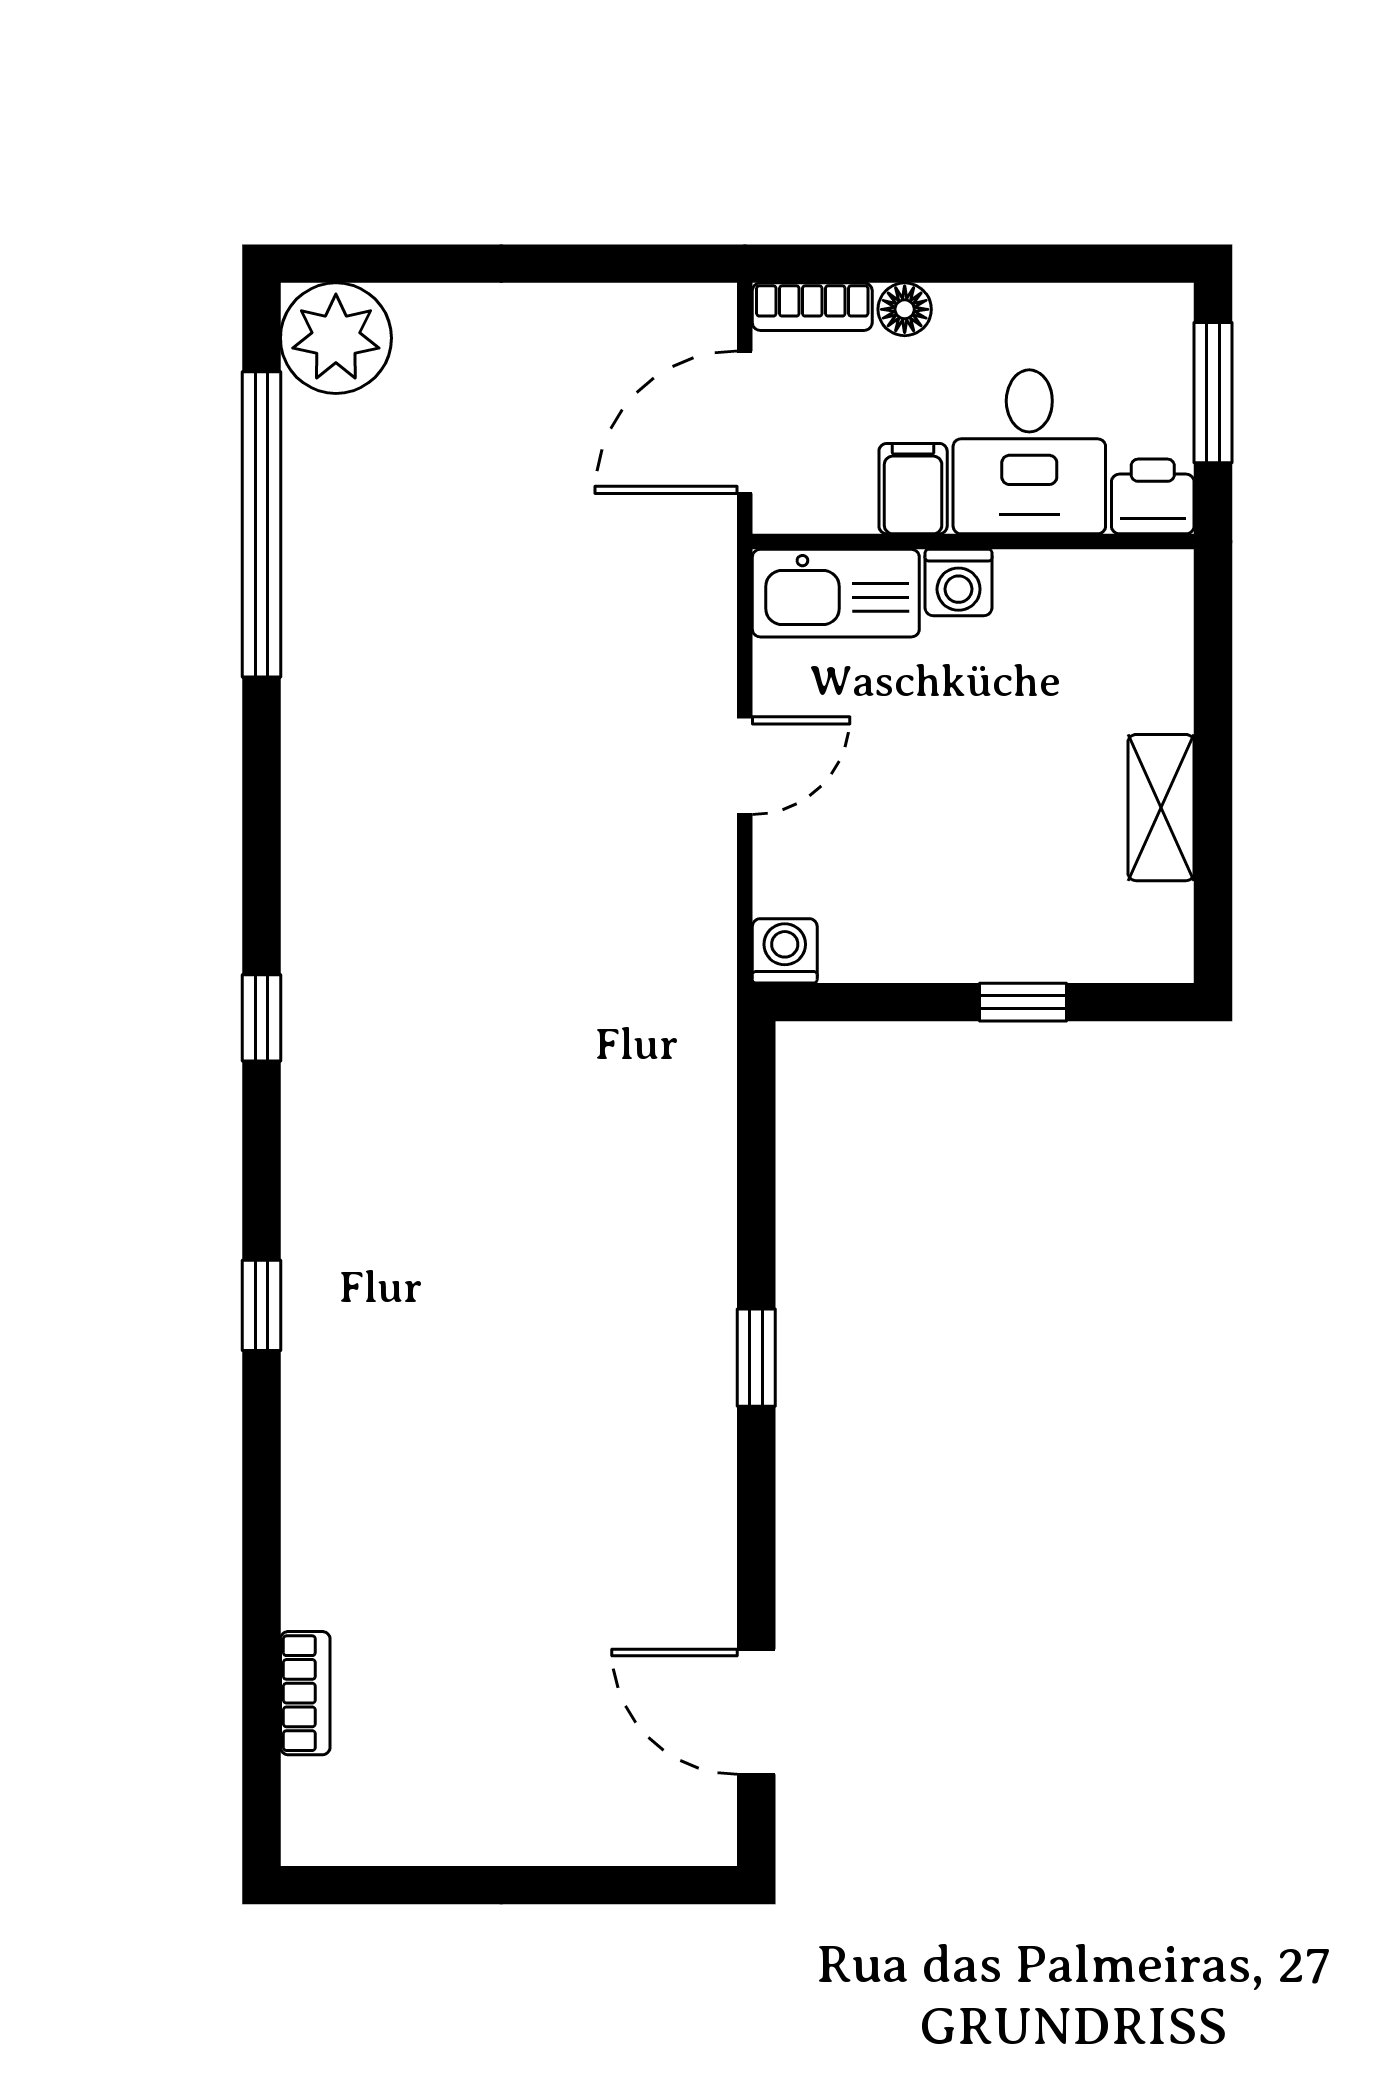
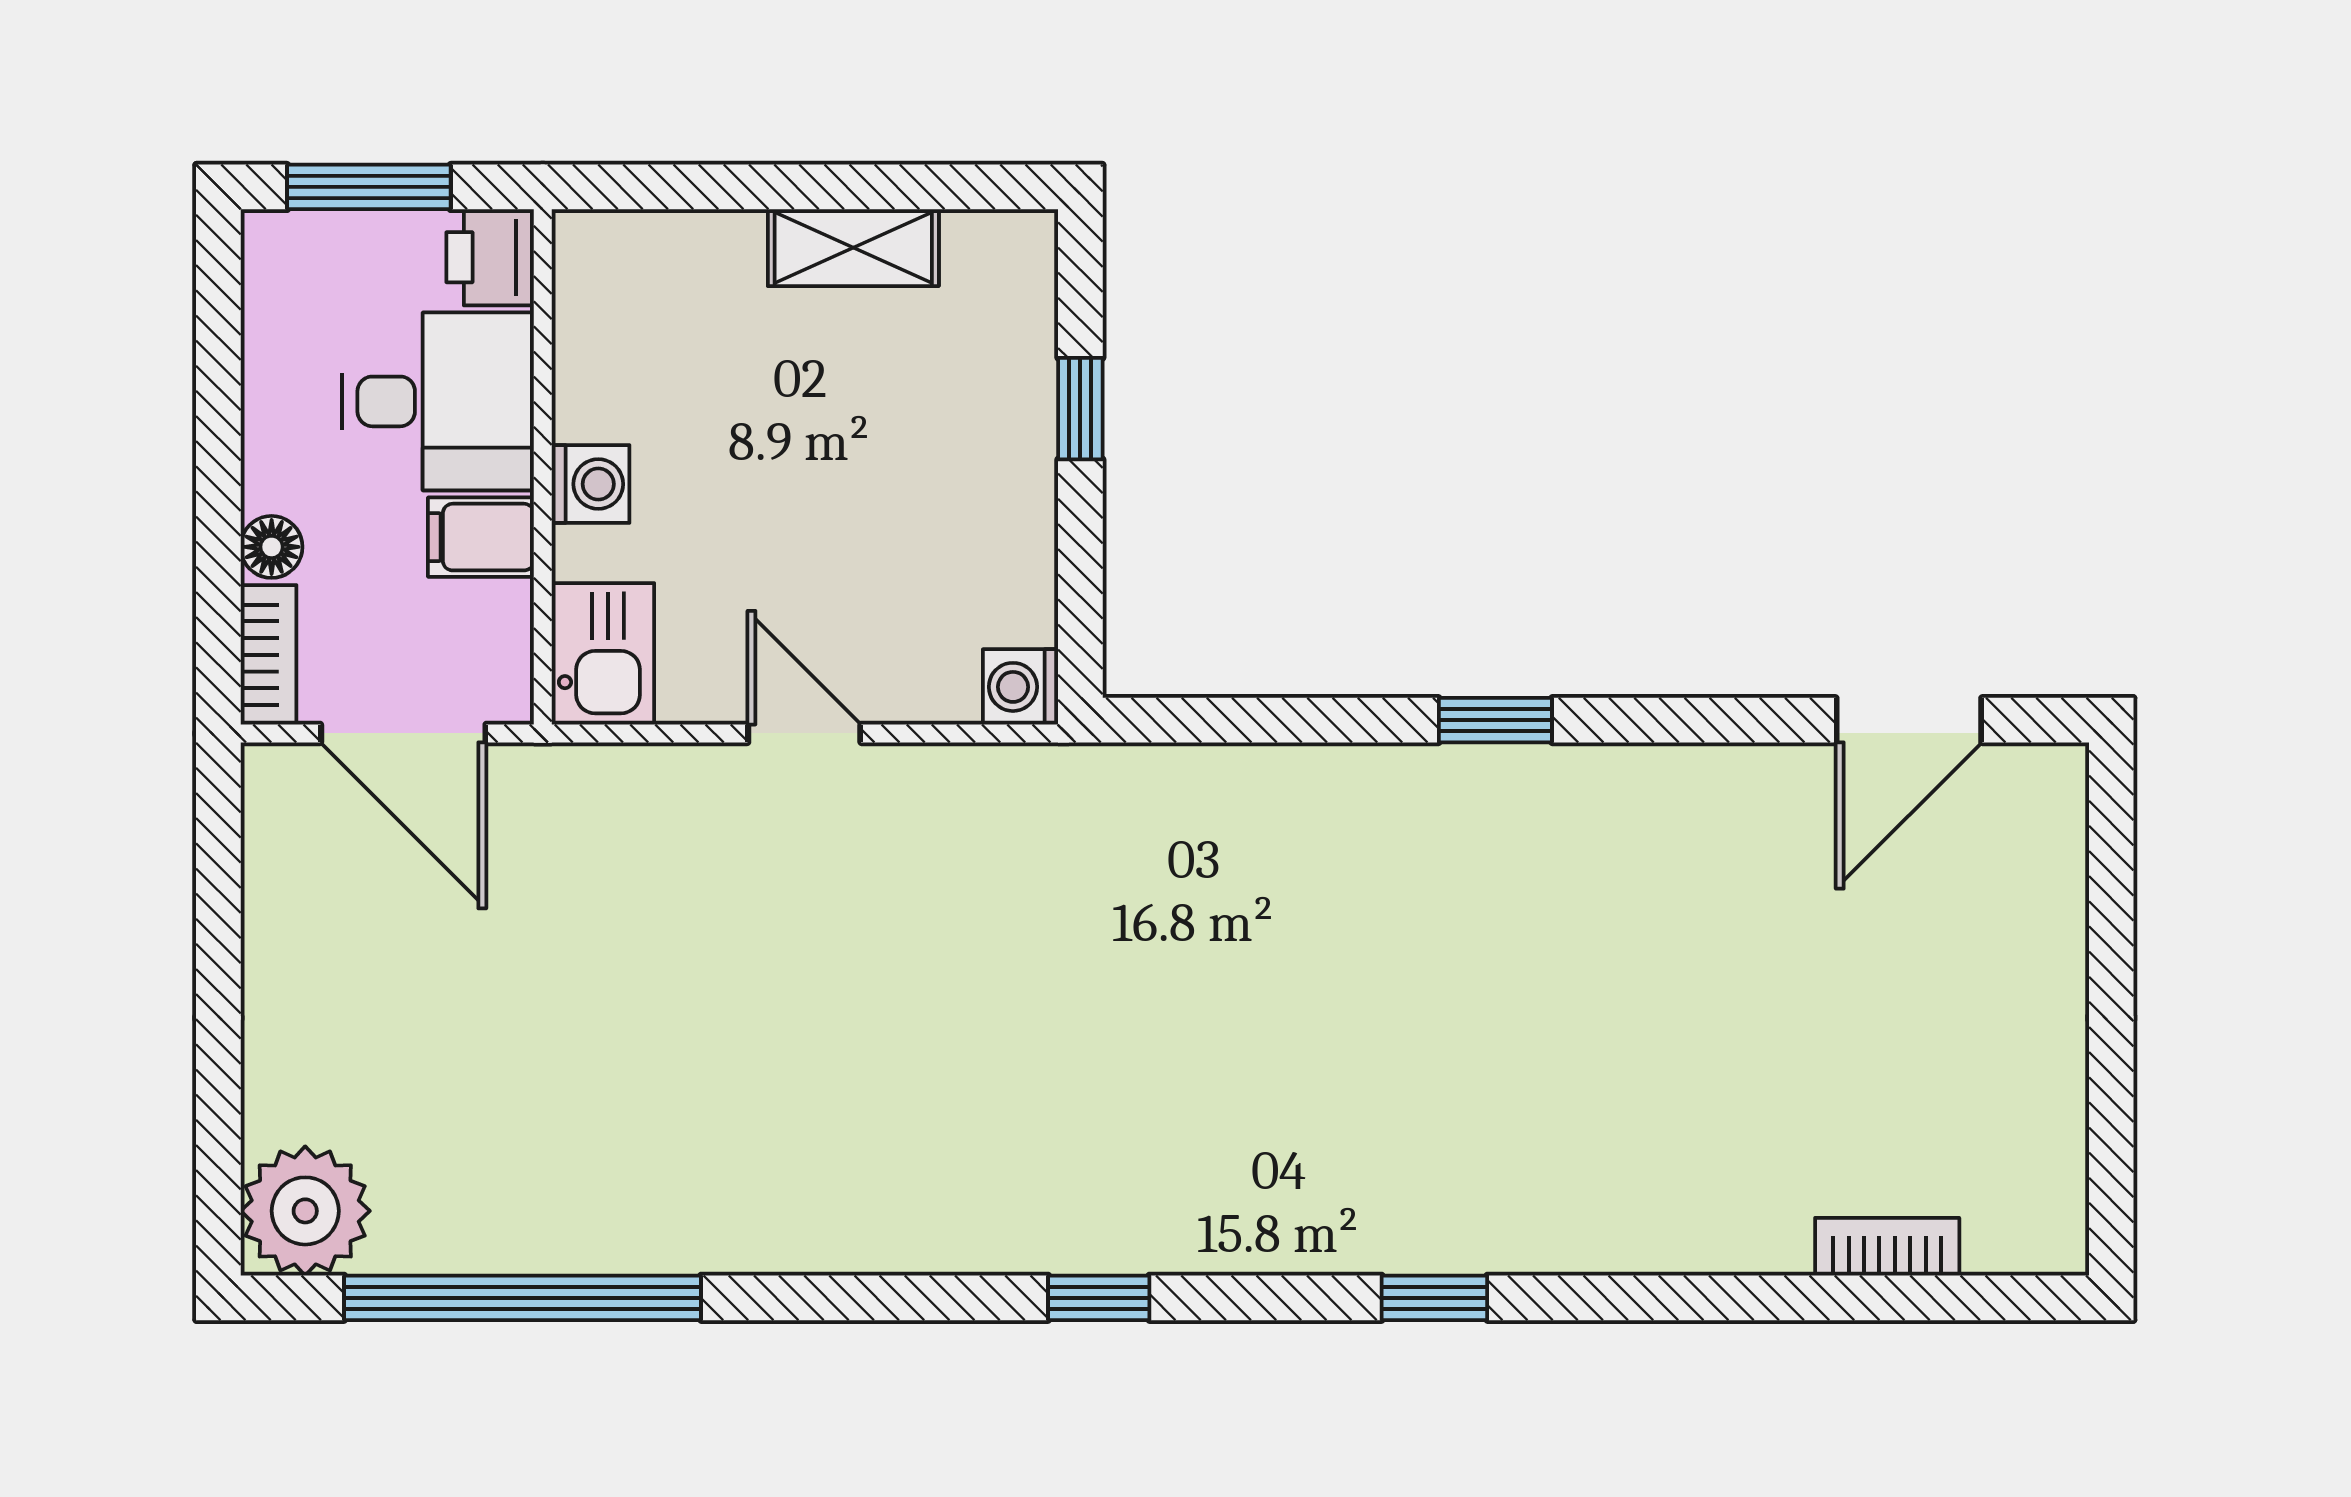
kitchen sink: (836, 593) -> (603, 654), width x0.73

